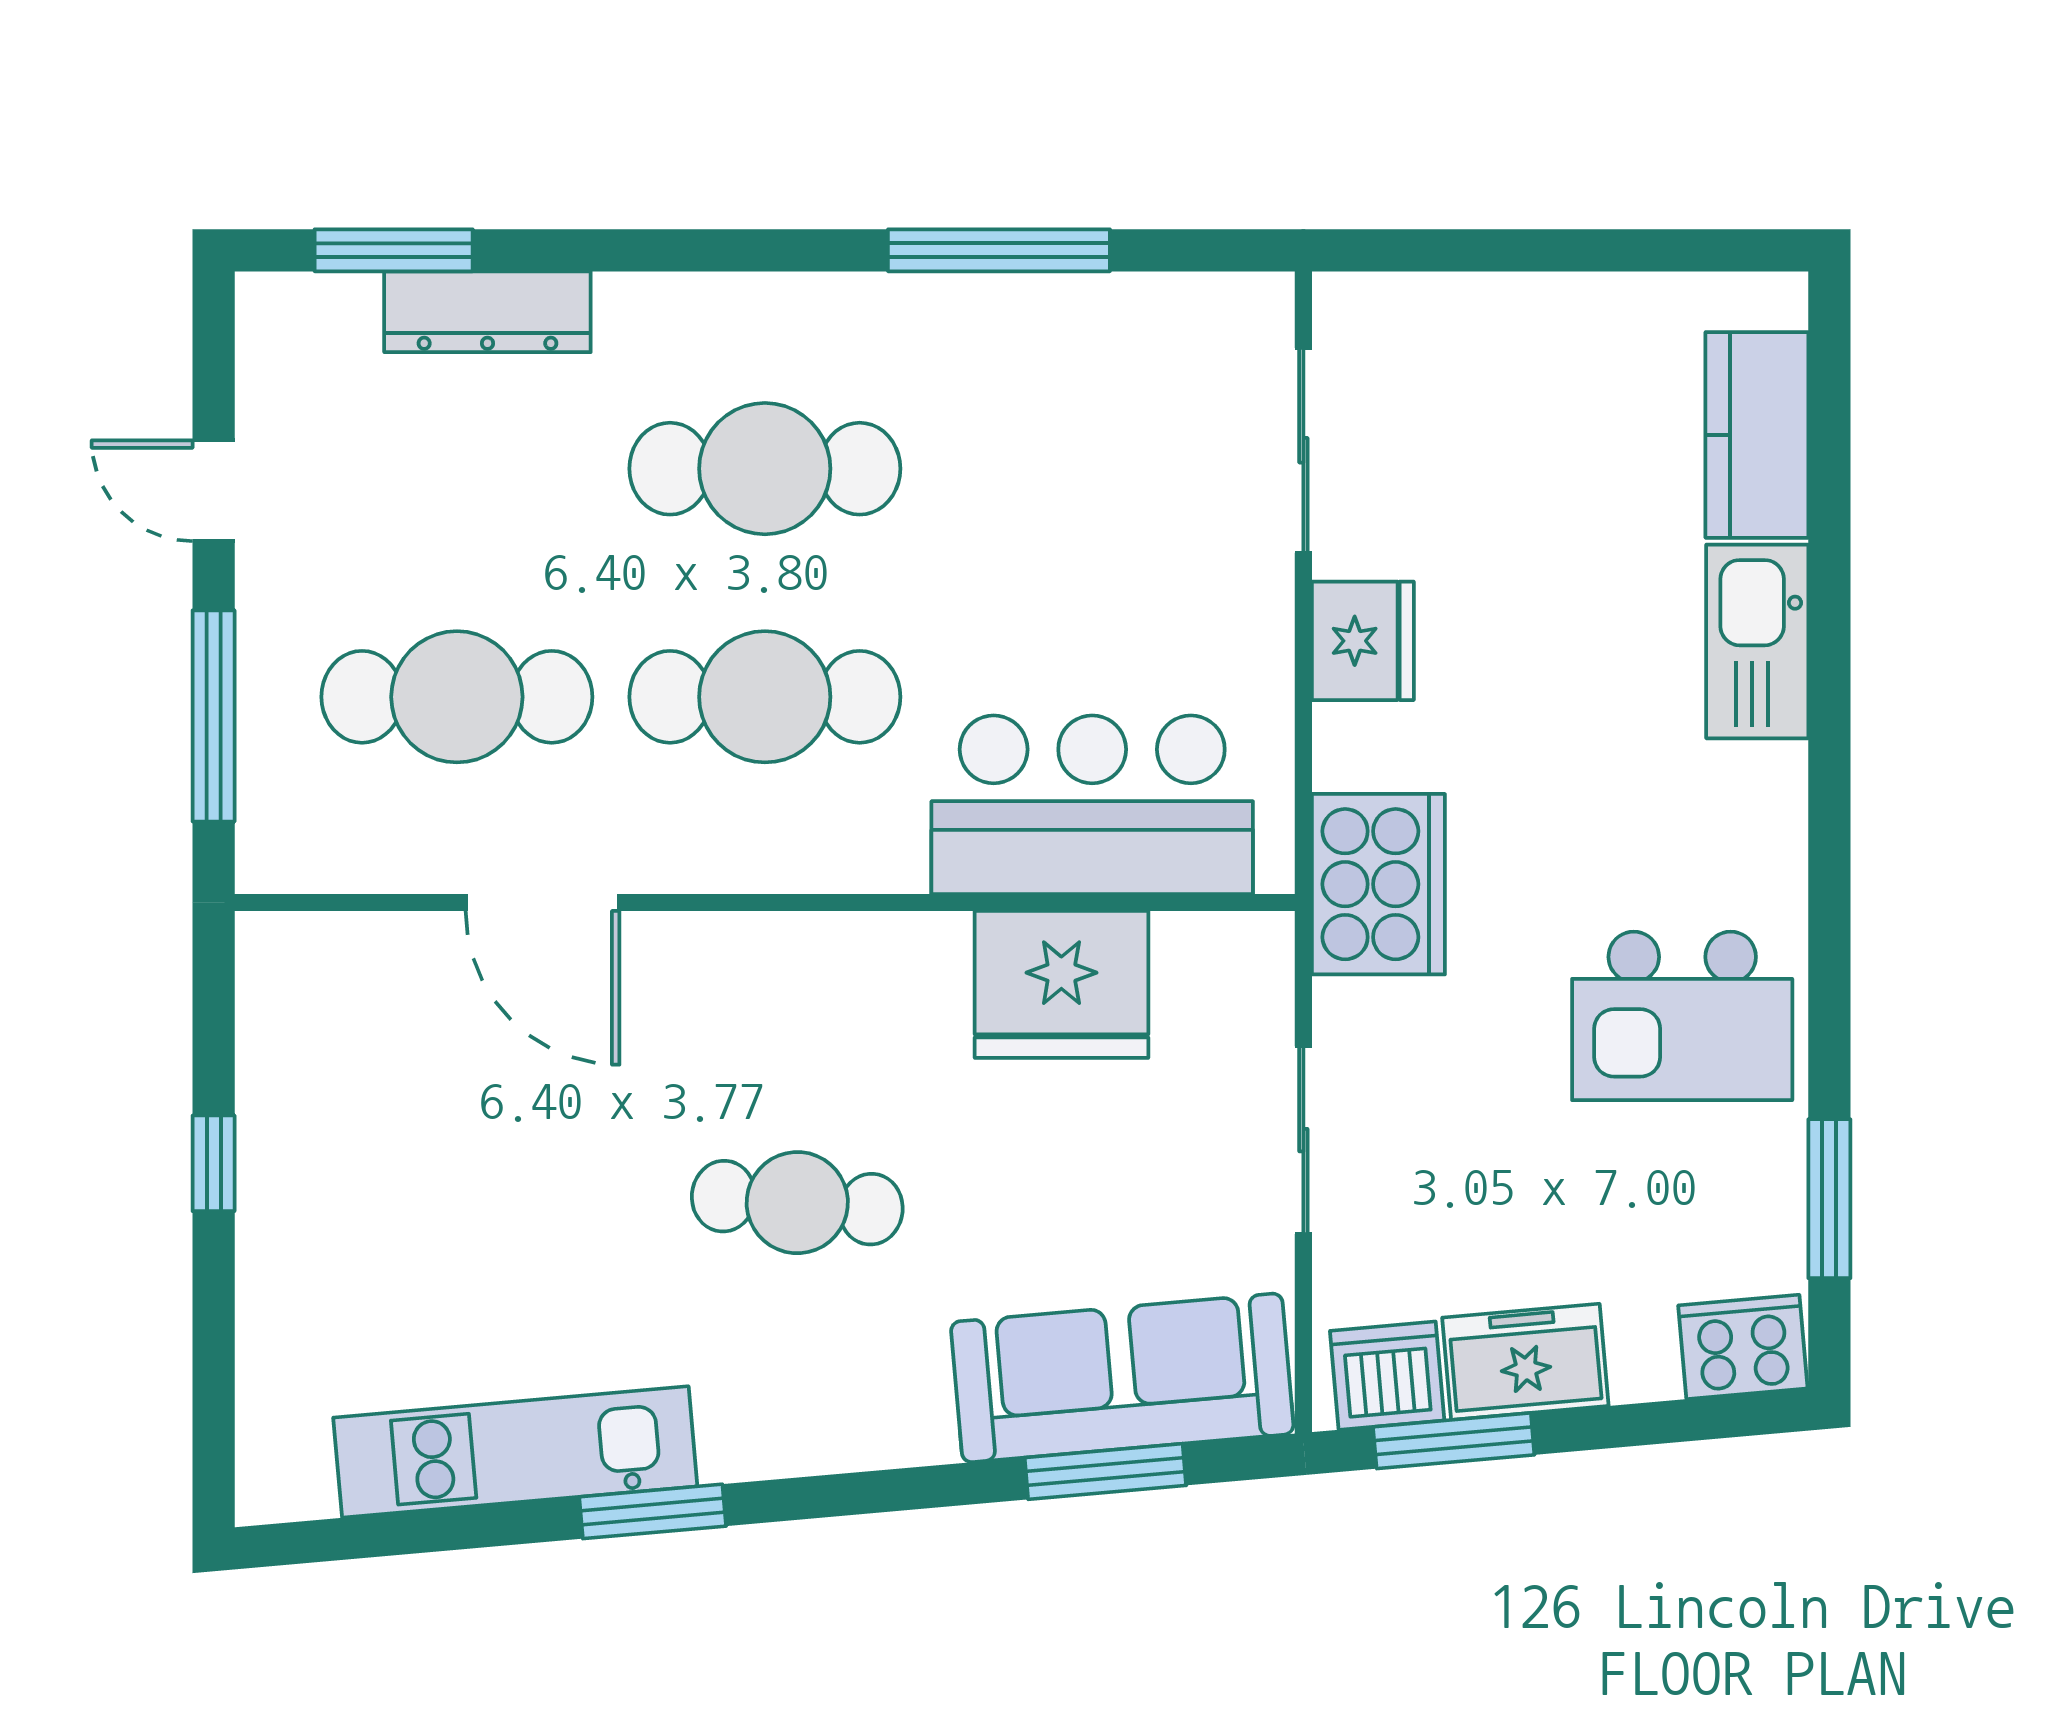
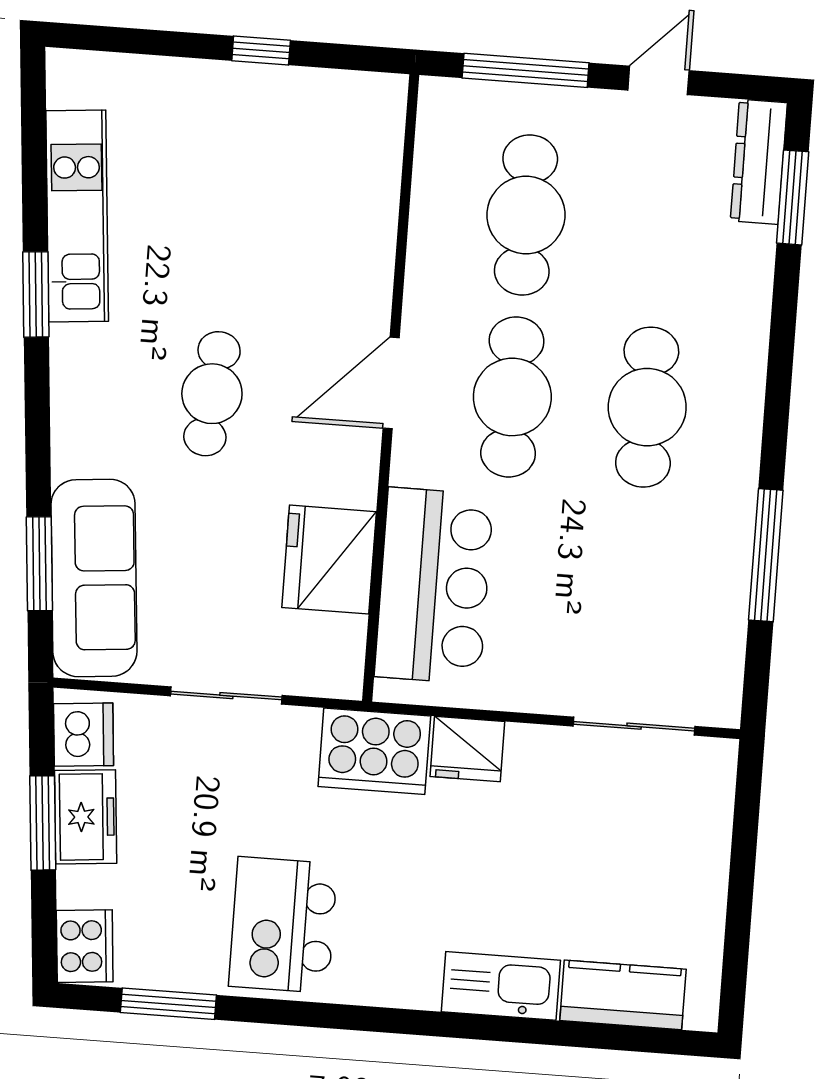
dresser: (487, 312) -> (759, 162), moved
fridge: (1363, 641) -> (467, 749), moved
door: (543, 903) -> (391, 383), moved
window: (1454, 1441) -> (43, 823), moved

